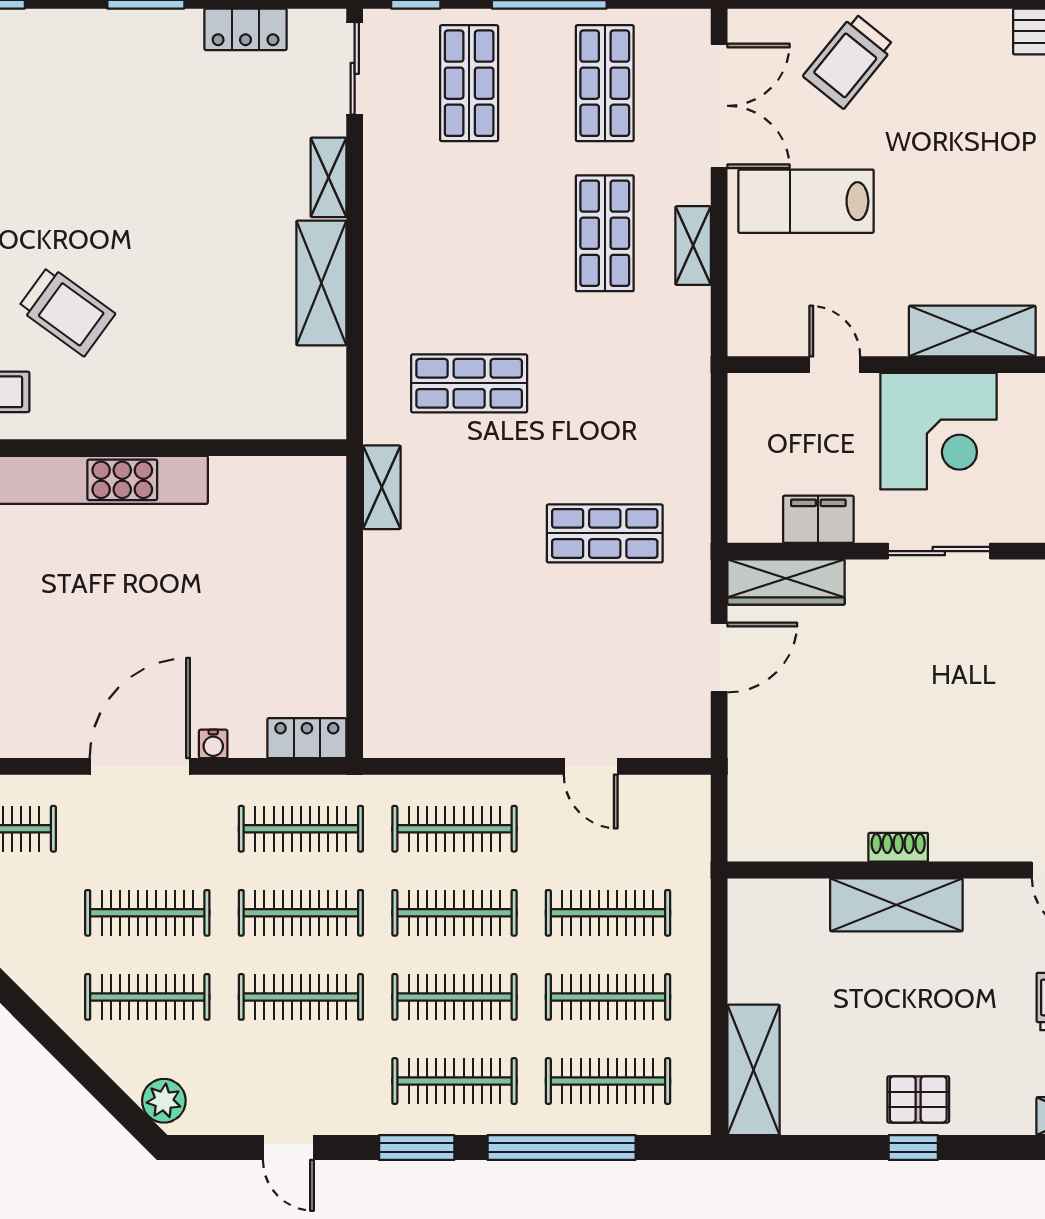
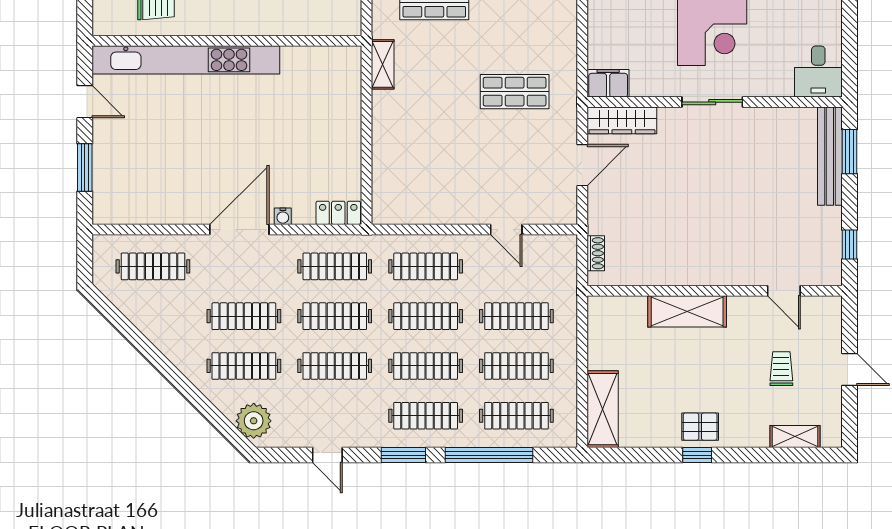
filing cabinet: (818, 519) -> (608, 83), moved
shoe rack: (898, 847) -> (596, 253), moved, turned 90
plant: (164, 1101) -> (254, 421), width x1.36, depth x1.36

